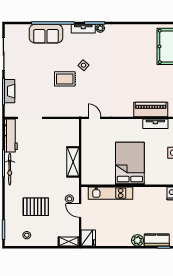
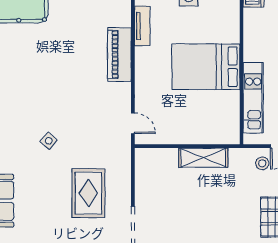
rug: (65, 79) -> (88, 193), moved, width x1.36, depth x1.43
piano: (151, 109) -> (119, 54), moved
door: (95, 118) -> (133, 123), swing flipped

